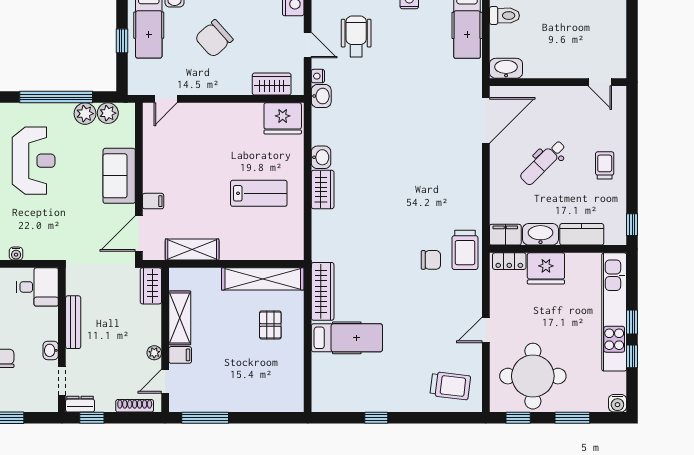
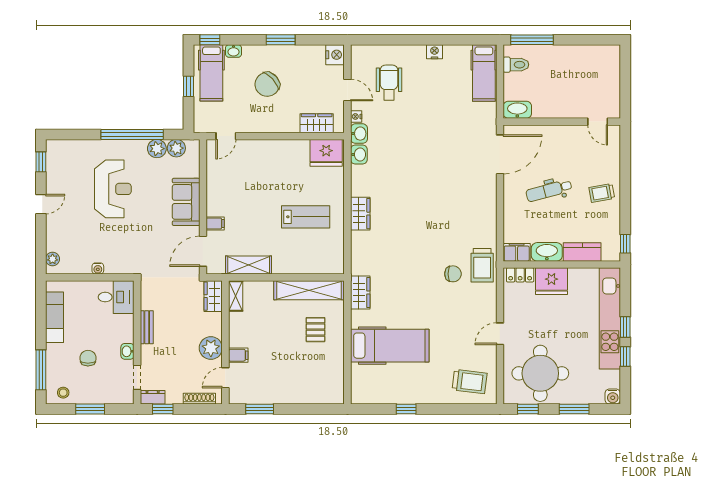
washbasin: (321, 157) -> (359, 154), moved
dental chair: (543, 163) -> (549, 190), turned 30
trolley: (605, 165) -> (602, 193), turned -100
wardrobe: (323, 291) -> (360, 293), width x0.67
shelving: (180, 318) -> (236, 296), moved, width x0.67, depth x0.75
bench: (73, 322) -> (147, 327), width x0.73
hospital bed: (347, 338) -> (390, 346), width x1.37, depth x1.29
plant: (154, 353) -> (211, 348), width x1.88, depth x1.88
window: (205, 418) -> (260, 409), width x0.69

